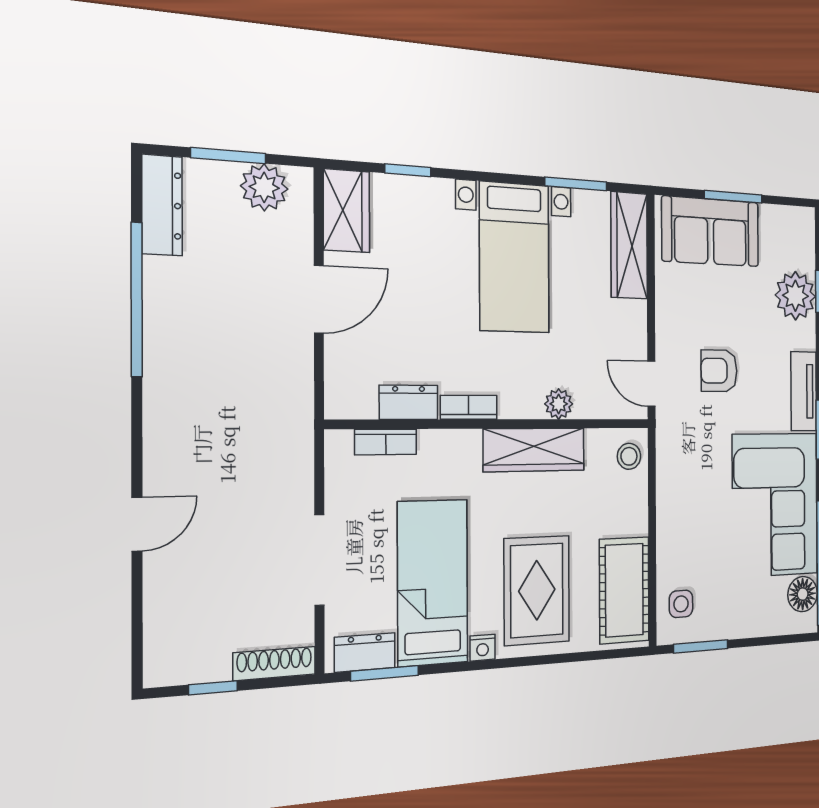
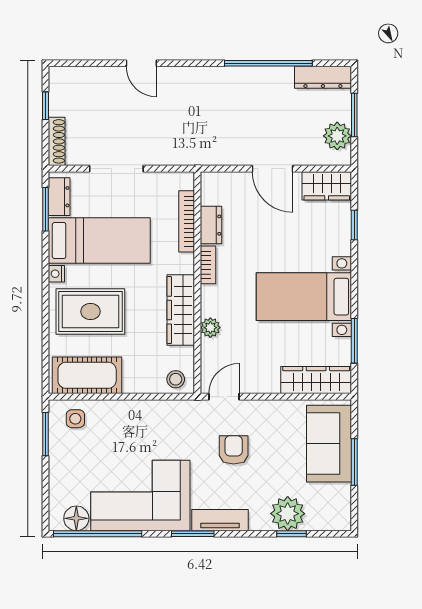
bookcase: (386, 442) -> (187, 221), width x1.56

